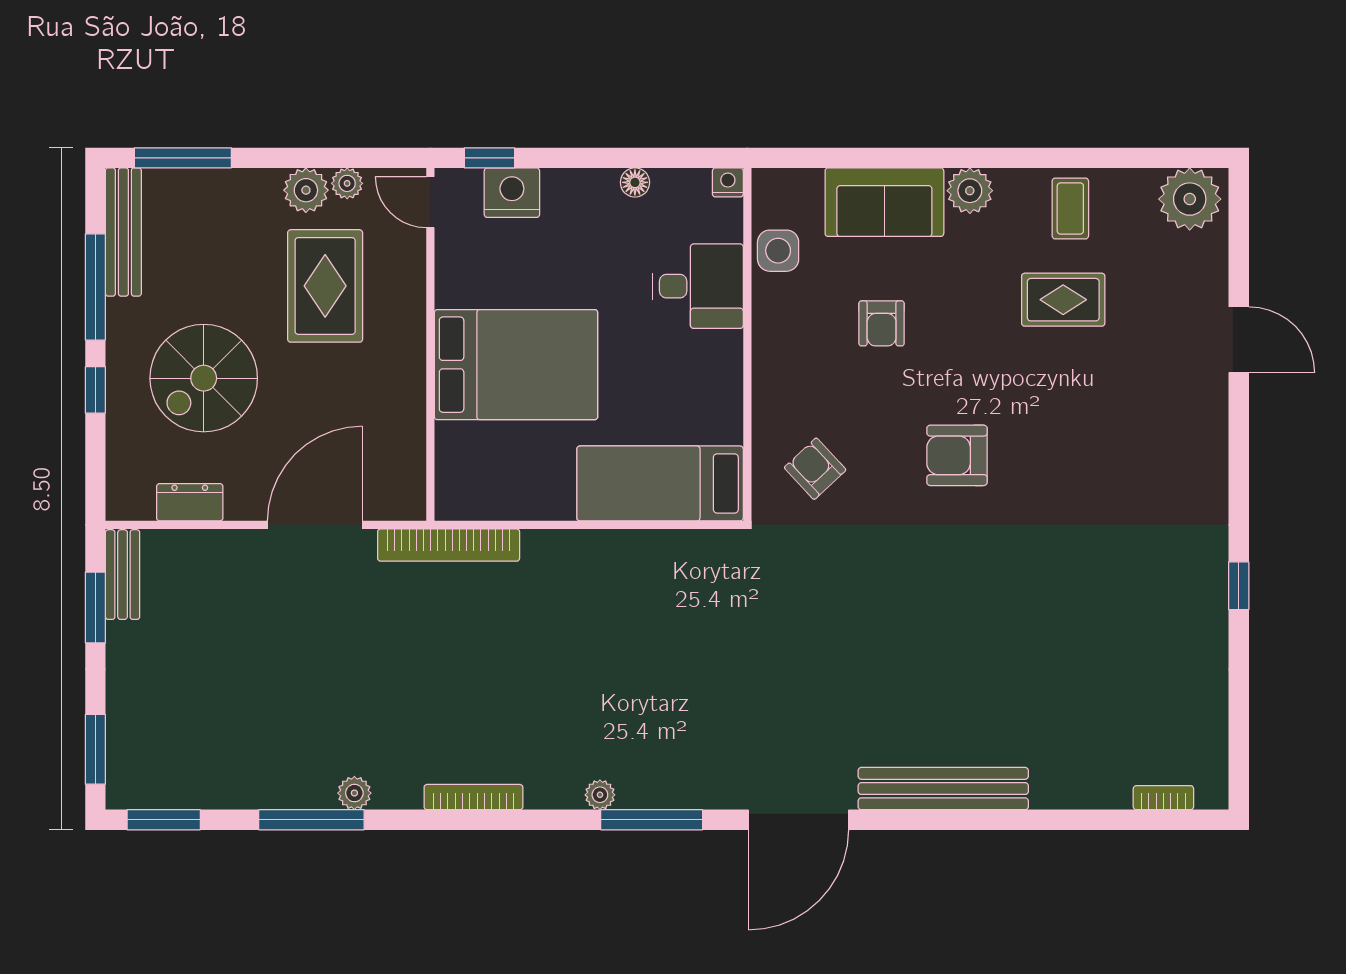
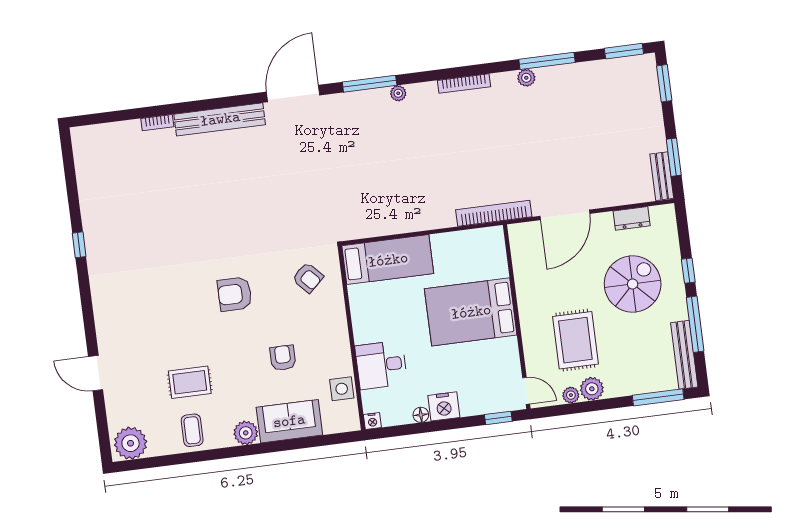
nightstand: (512, 193) -> (444, 406), moved
armchair: (957, 455) -> (235, 294), turned 180
bookcase: (1163, 798) -> (157, 123), moved

